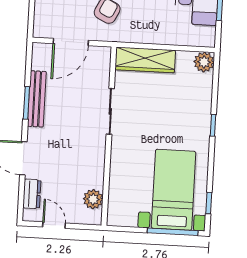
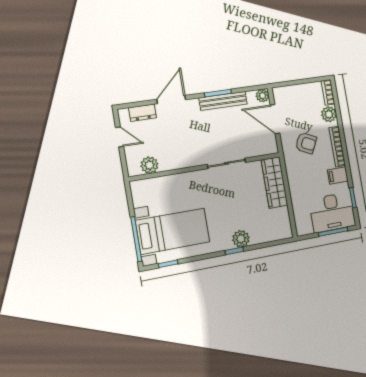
plant: (40, 51) -> (262, 96), added
plant: (204, 62) -> (241, 239), moved
door: (54, 225) -> (119, 137), hinge flipped

